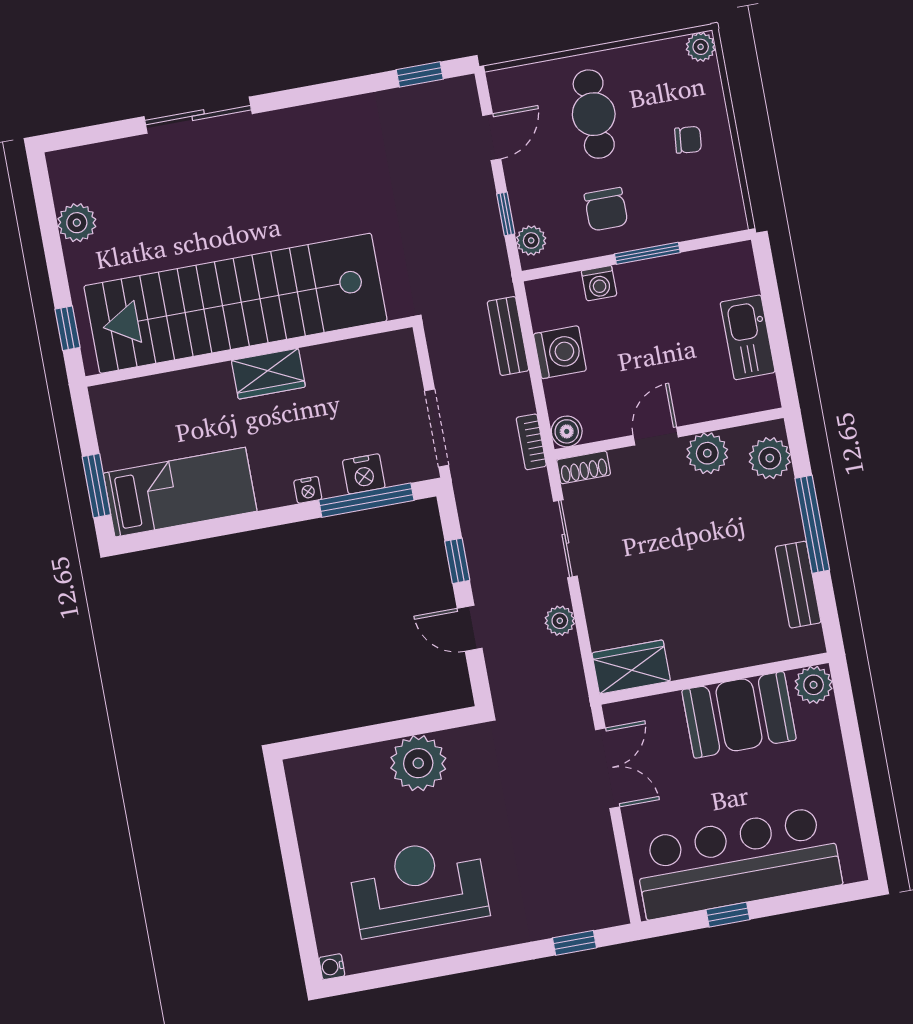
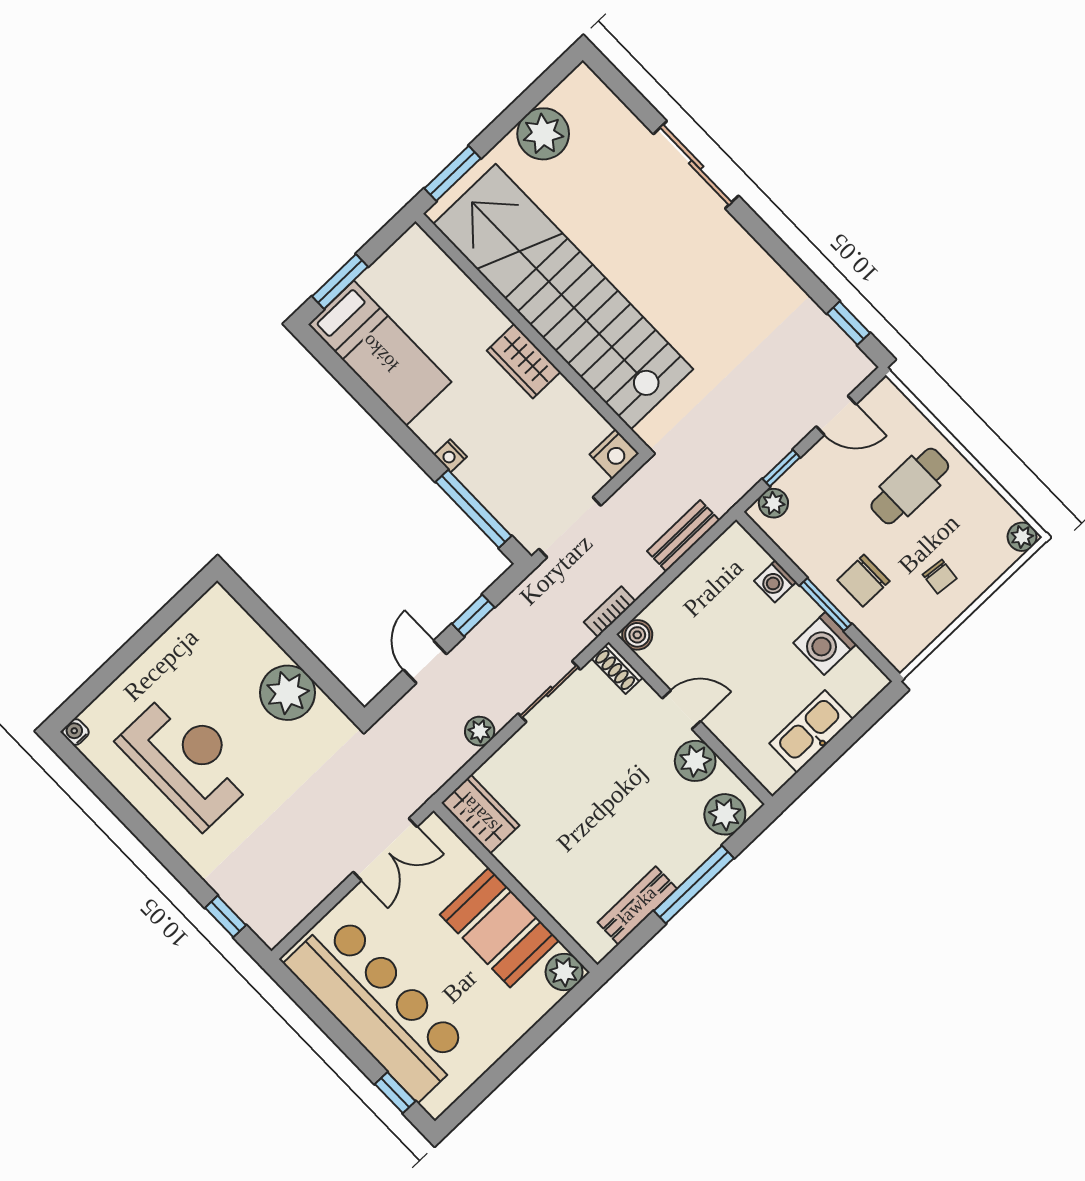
chair: (606, 209) -> (863, 581), moved
plant: (77, 223) -> (543, 134), width x1.36, depth x1.36
window: (67, 328) -> (452, 173), width x1.50
washing machine: (560, 352) -> (825, 643), moved, turned 90
nightstand: (364, 474) -> (614, 454), moved, turned -90
window: (728, 915) -> (395, 1093), moved

